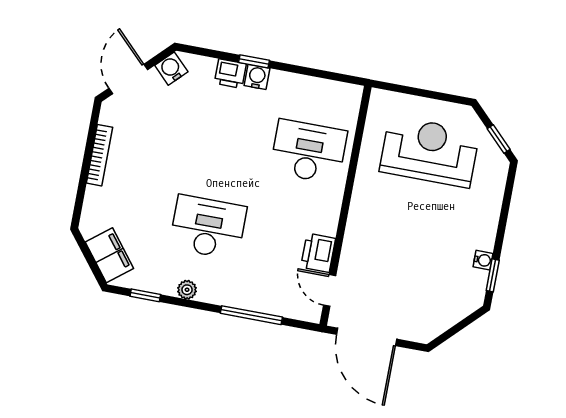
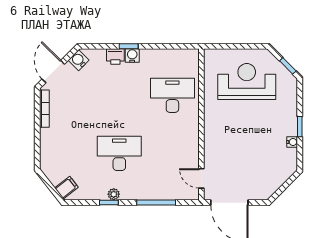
bookcase: (99, 155) -> (44, 109), moved
printer: (318, 253) -> (190, 156), removed
filing cabinet: (109, 255) -> (66, 188), width x0.50
window: (493, 275) -> (300, 127), moved
window: (145, 295) -> (109, 203), moved

